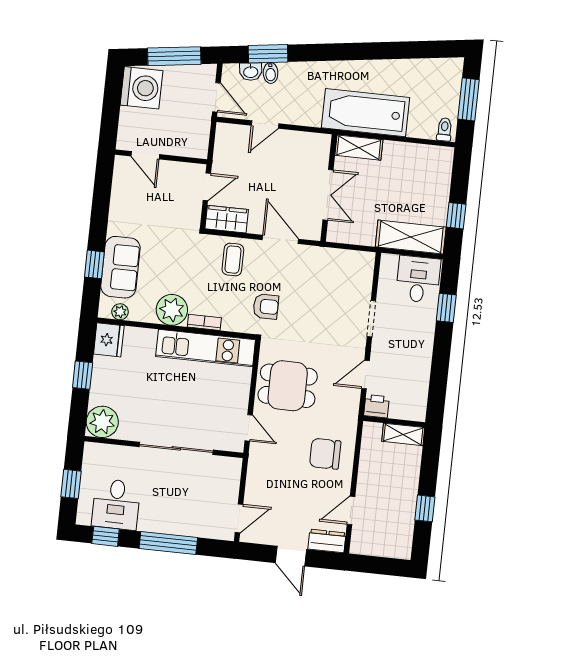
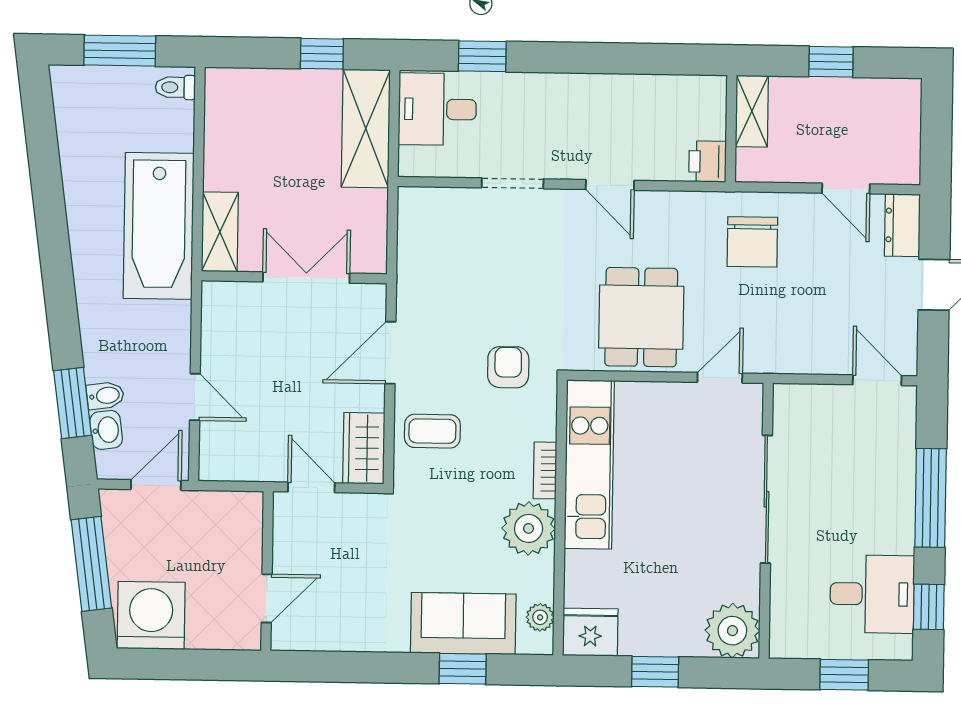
printer: (377, 406) -> (707, 162), moved
wall: (394, 422) -> (731, 129), moved
shelving: (403, 434) -> (752, 111), moved

